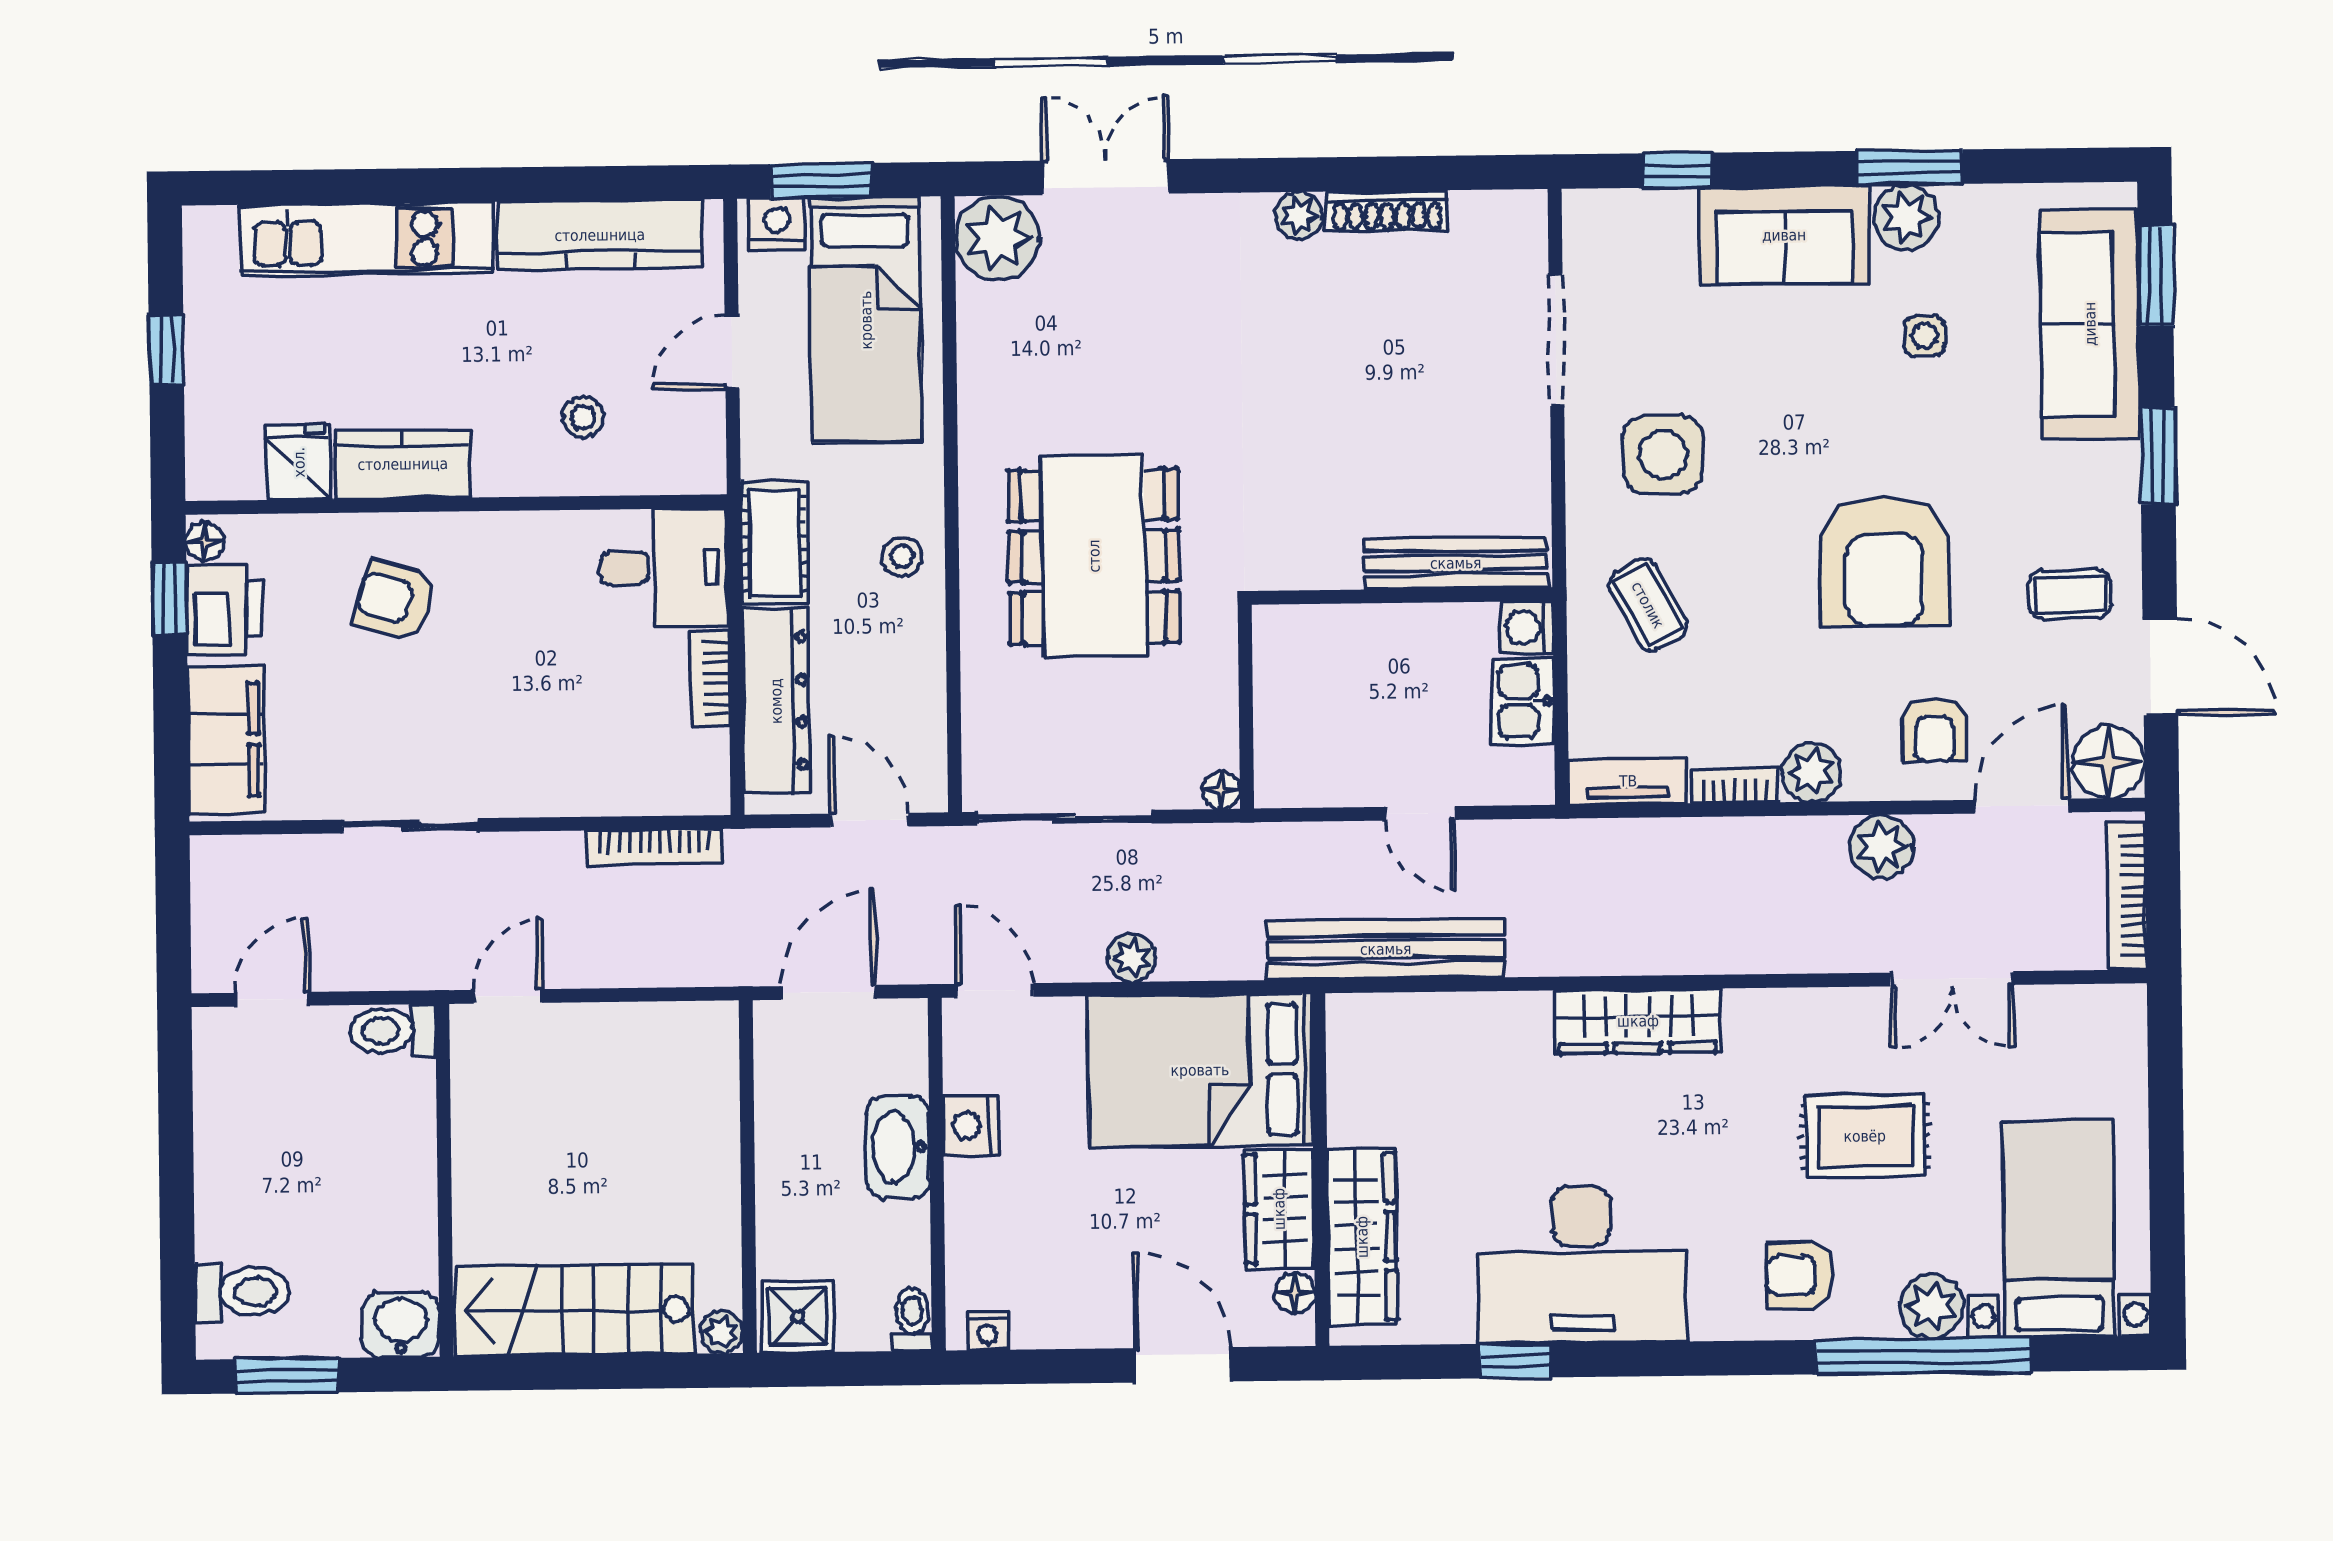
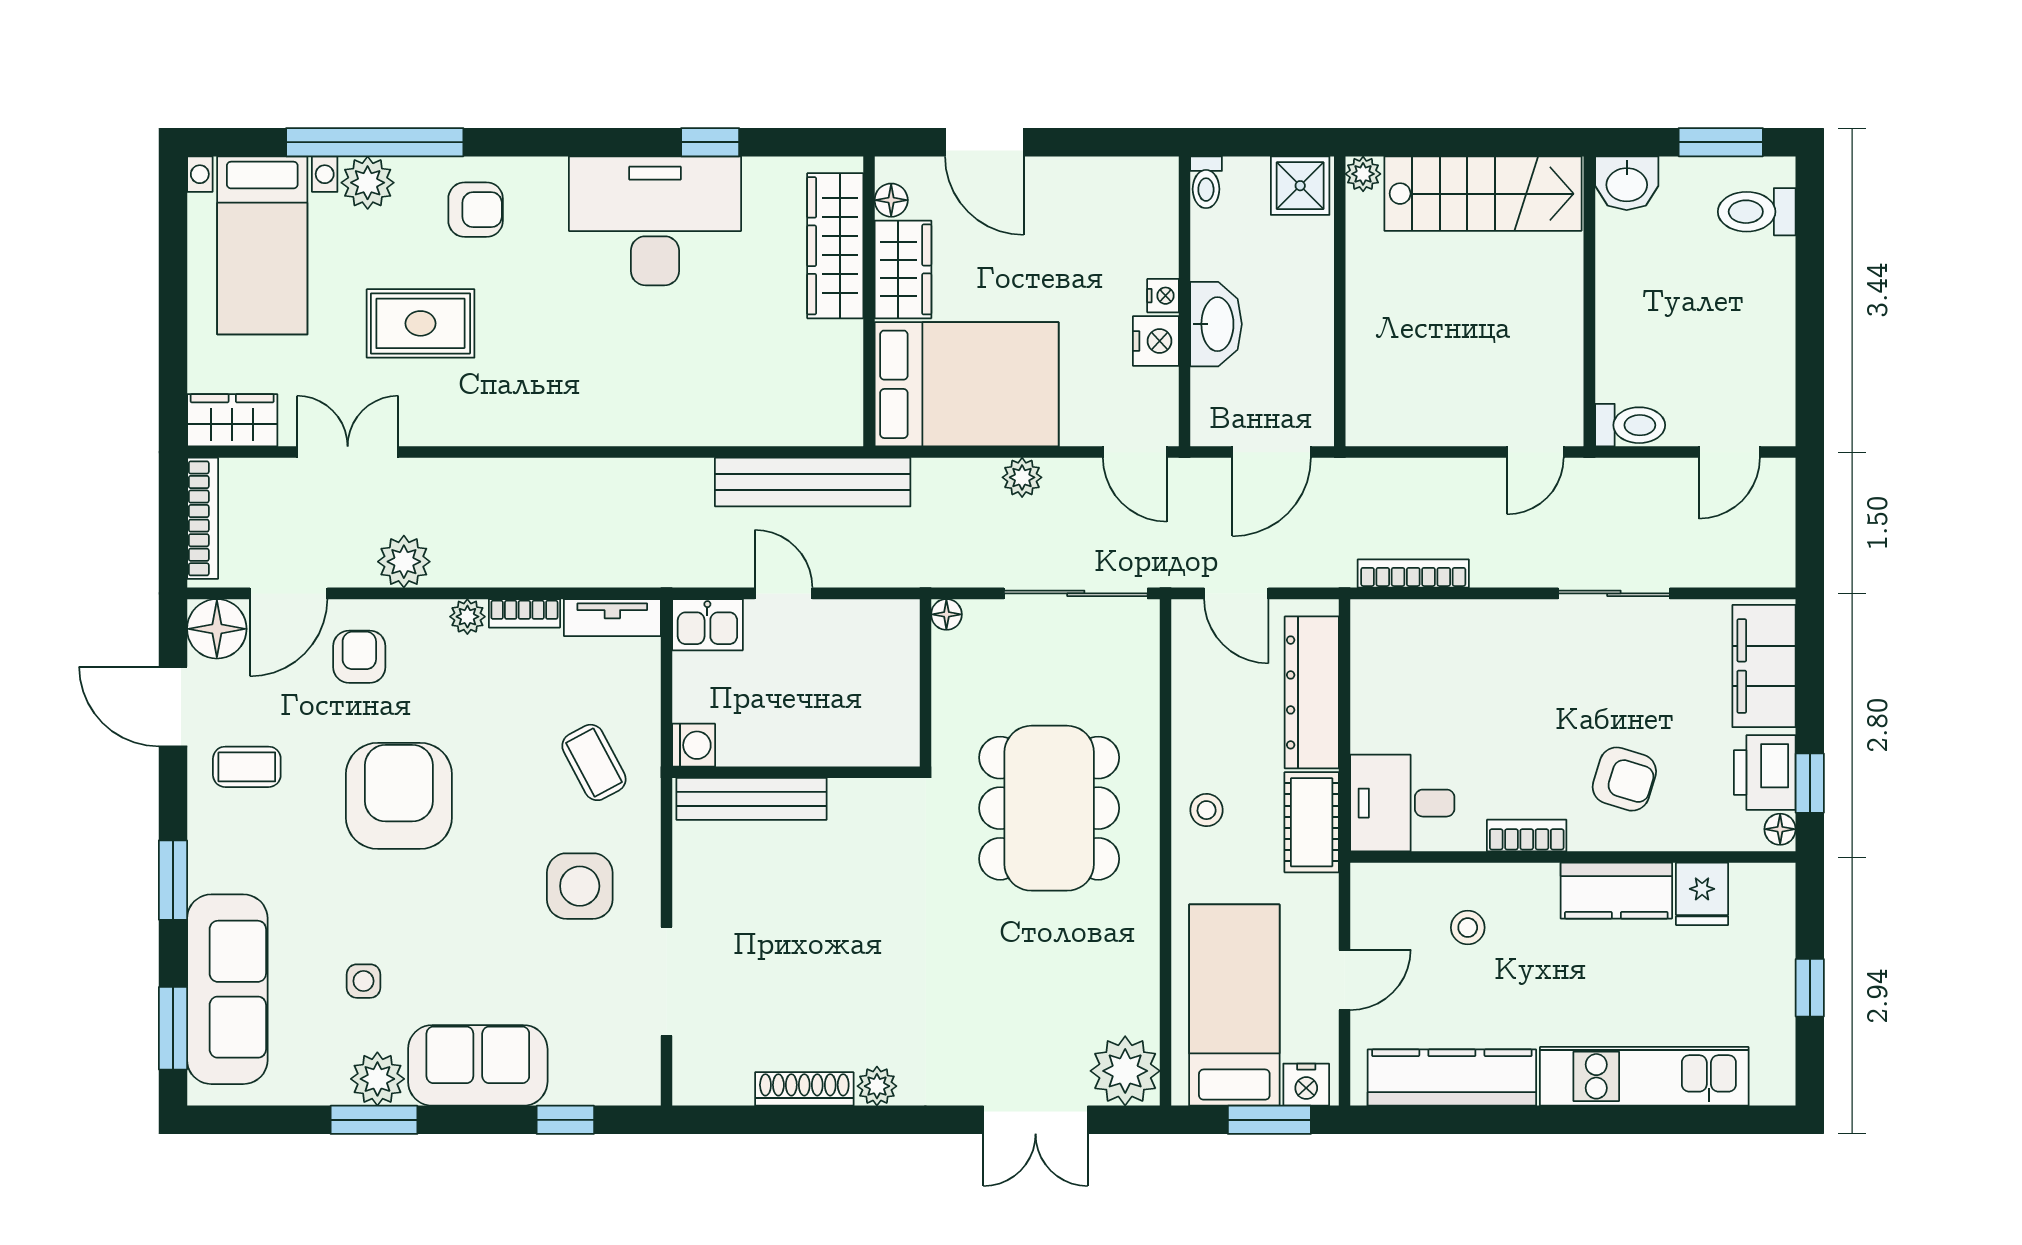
bookcase: (710, 679) -> (1527, 836), moved, turned -90
kitchen sink: (1523, 701) -> (707, 625), moved, turned 90
plant: (1812, 772) -> (467, 617), width x0.73, depth x0.73
wardrobe: (1638, 1021) -> (232, 420), moved, width x0.67
nightstand: (988, 1331) -> (1163, 296), moved, turned 90

